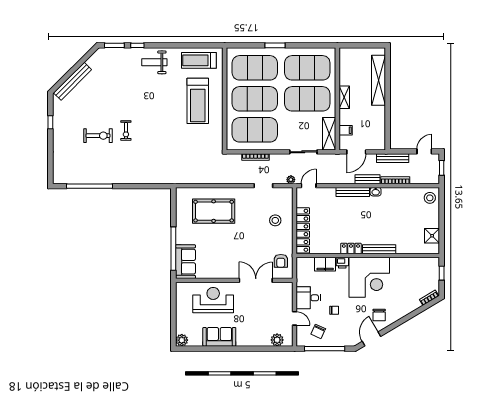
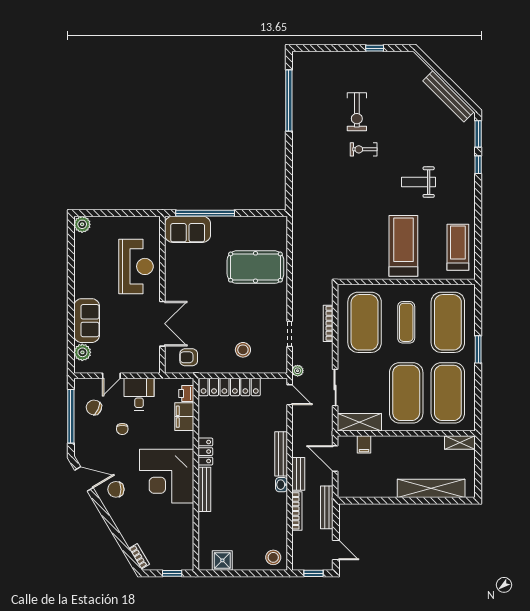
weight bench: (154, 62) -> (419, 182), moved, turned -90
bench: (73, 81) -> (448, 96), moved
shelving: (344, 97) -> (460, 442), moved
exercise mat: (255, 99) -> (406, 322), width x0.50, depth x0.69
treadmill: (198, 101) -> (403, 246), turned 90
pool table: (214, 211) -> (255, 267), turned 90
printer: (342, 263) -> (186, 393), moved
sofa: (219, 337) -> (87, 321), moved

